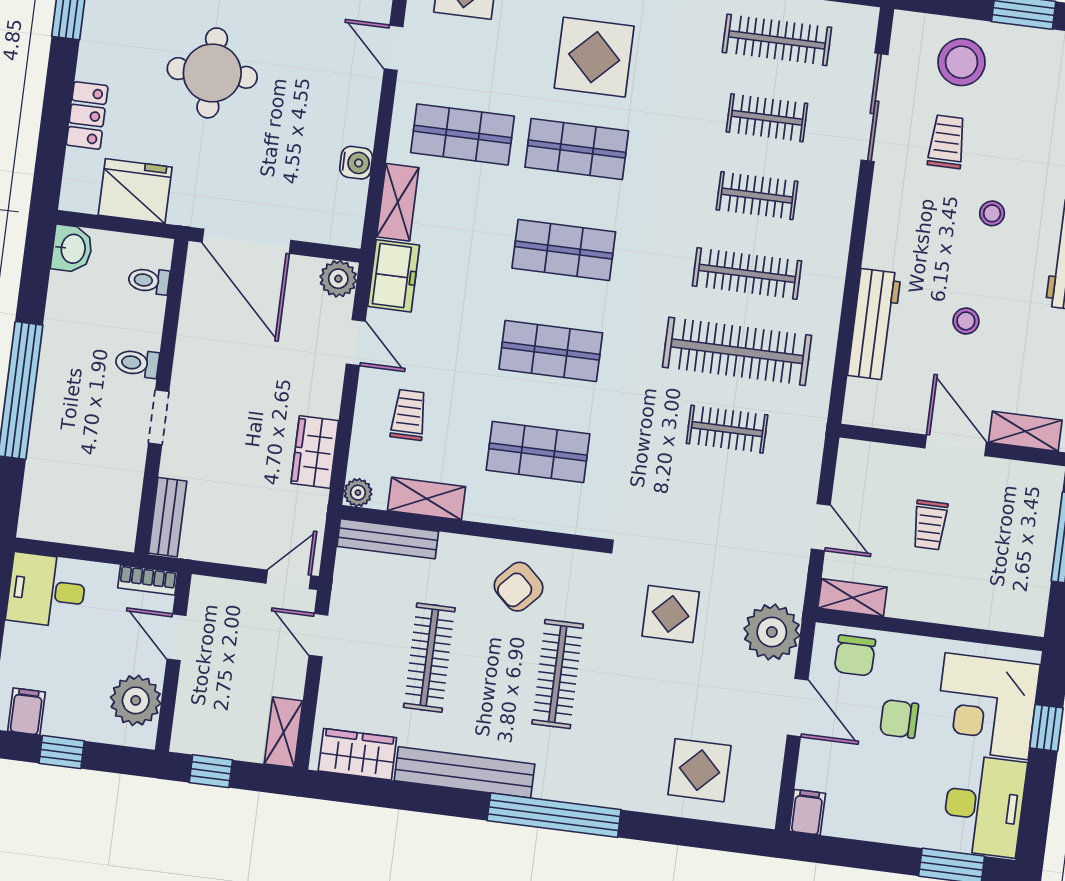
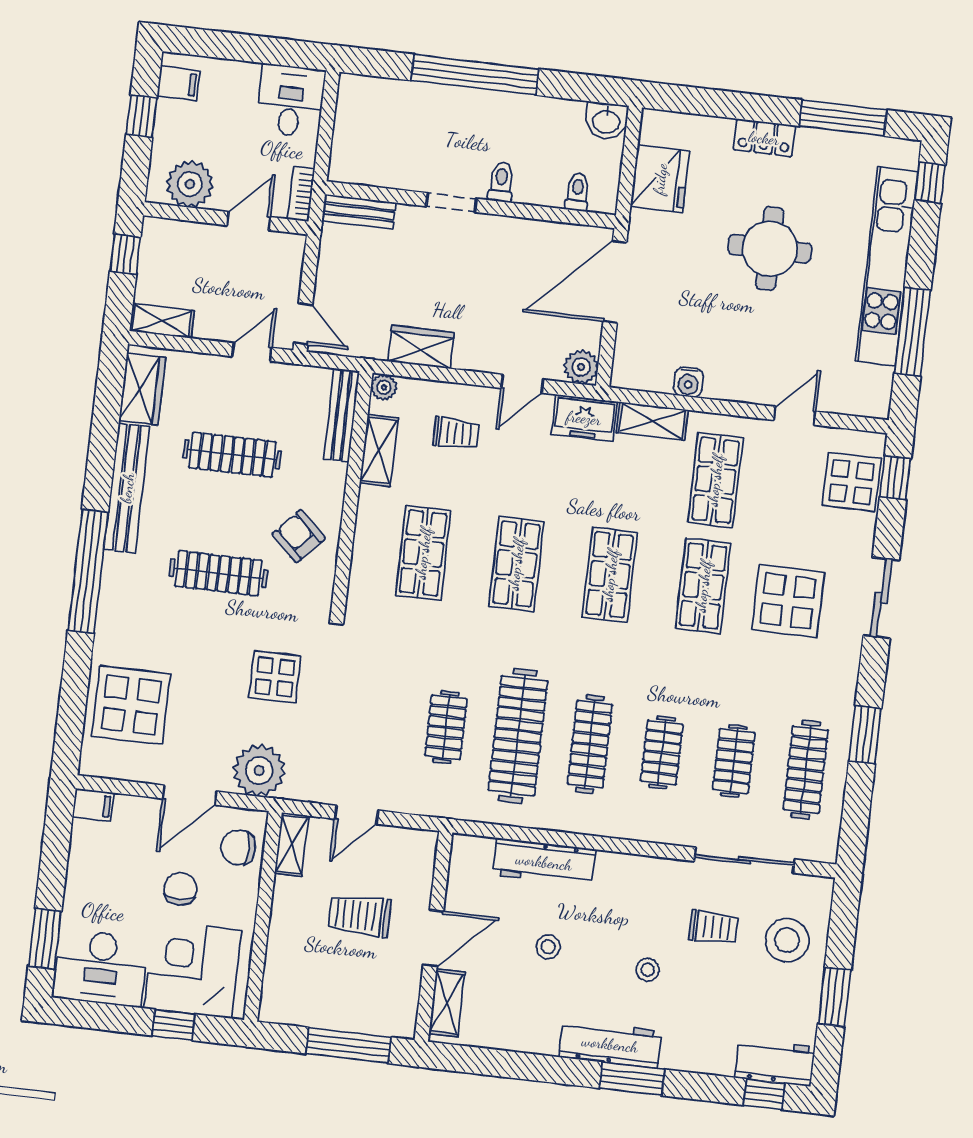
locker: (87, 115) -> (764, 138), moved
trolley: (930, 525) -> (360, 915), width x1.36, depth x1.39
display table: (699, 770) -> (131, 705), width x1.36, depth x1.36

